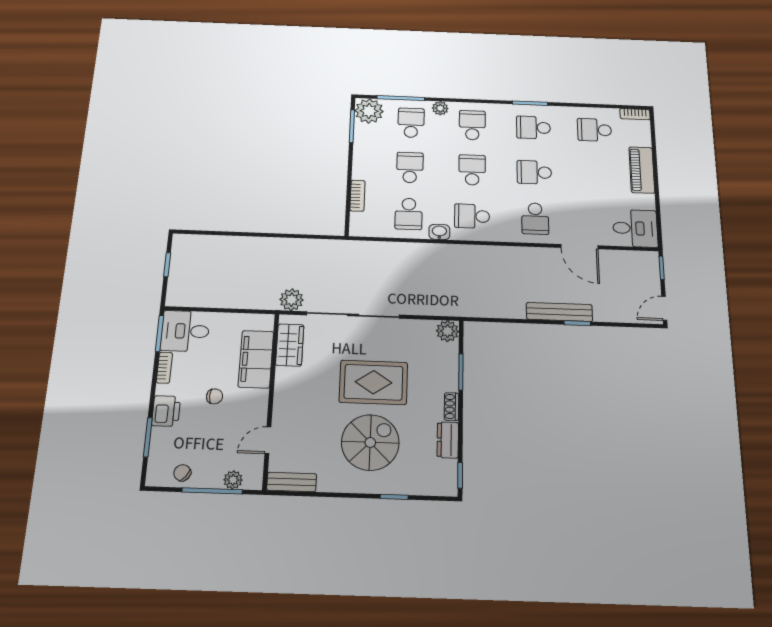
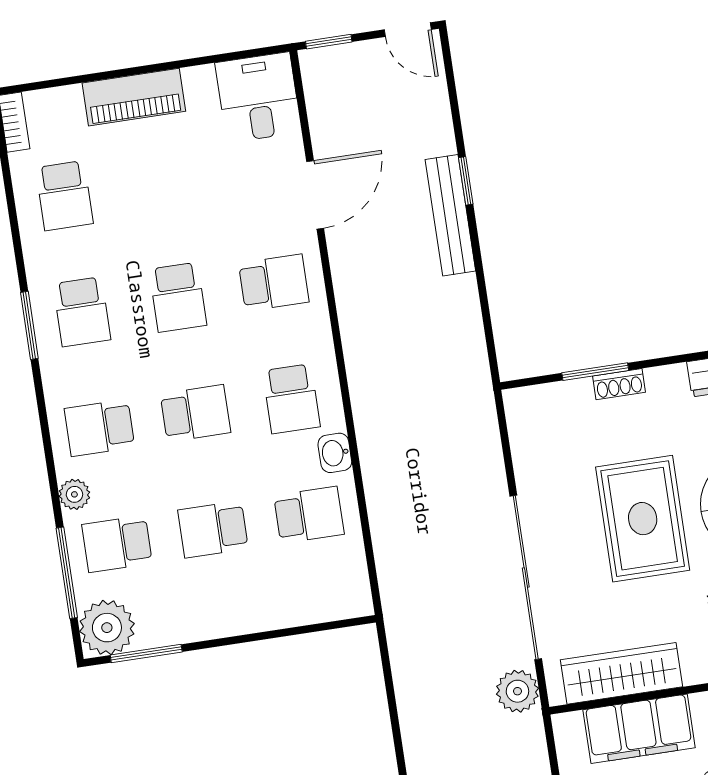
school desk: (472, 170) -> (195, 413), turned 180
bookcase: (357, 196) -> (290, 615), removed
plant: (448, 331) -> (524, 407), removed
wardrobe: (290, 345) -> (621, 673), width x1.50
shoe rack: (451, 407) -> (619, 384), moved

